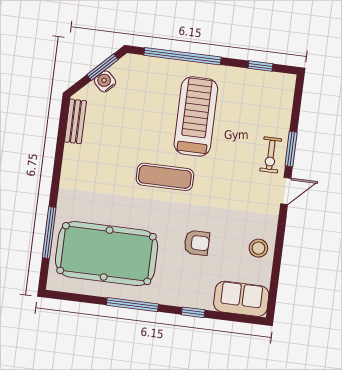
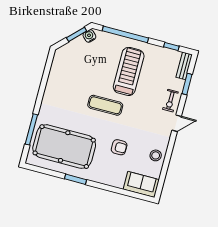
water cooler: (105, 81) -> (89, 36), moved
bench: (75, 121) -> (184, 66), moved
window: (291, 149) -> (187, 84), moved
window: (132, 305) -> (76, 179), width x0.69
window: (193, 312) -> (111, 189), removed

